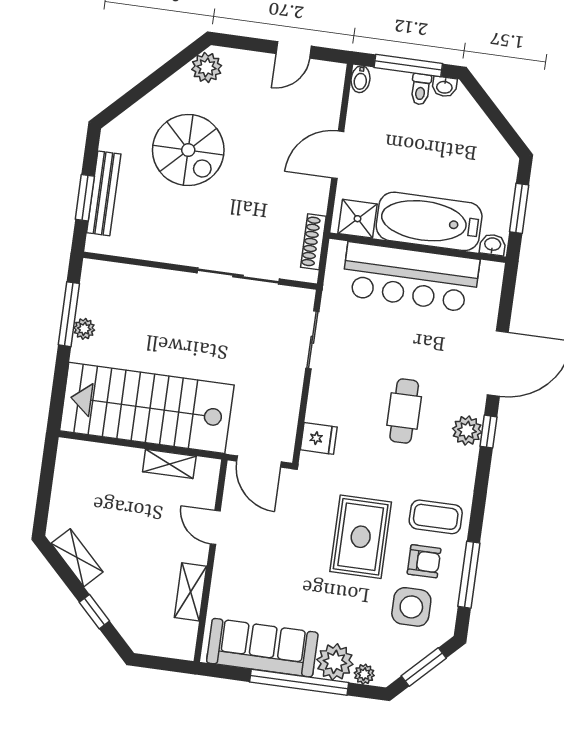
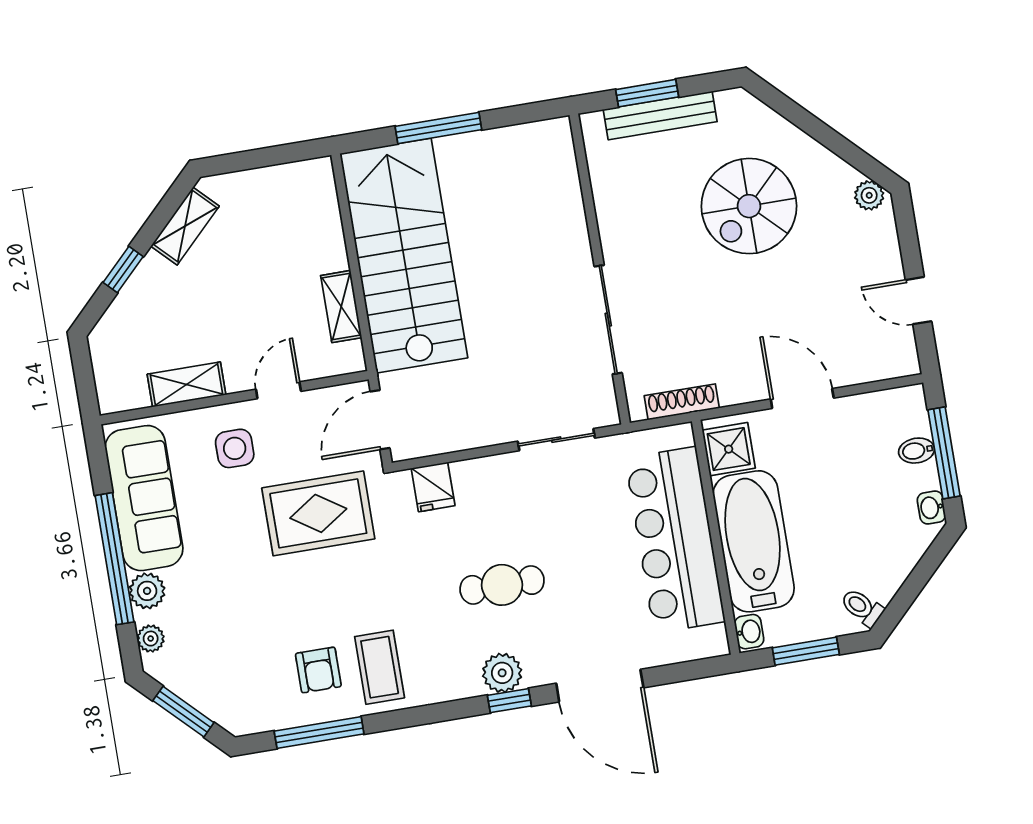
plant: (207, 68) -> (869, 195), width x0.73, depth x0.73
bidet: (360, 79) -> (916, 451), moved
toilet: (421, 89) -> (862, 607), moved, turned 45
window: (69, 314) -> (438, 128), moved
plant: (84, 329) -> (480, 144), removed
rug: (361, 537) -> (318, 513), moved
side table: (411, 607) -> (235, 448), moved, width x0.73, depth x0.73
plant: (335, 662) -> (147, 591), width x0.73, depth x0.73

